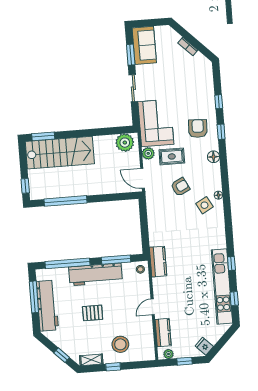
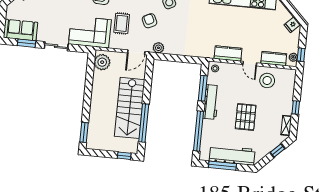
stairs: (60, 153) -> (130, 108), moved, turned 180
plant: (148, 153) -> (158, 48), moved
kitchen counter: (158, 262) -> (228, 53), moved
workbench: (95, 274) -> (211, 102), width x0.73, depth x0.76
pallet: (93, 313) -> (246, 117), width x1.50, depth x1.42
stool: (120, 344) -> (267, 80), moved
window: (184, 361) -> (301, 55), moved

